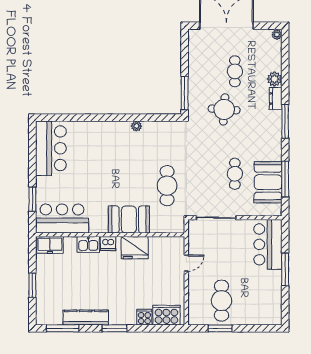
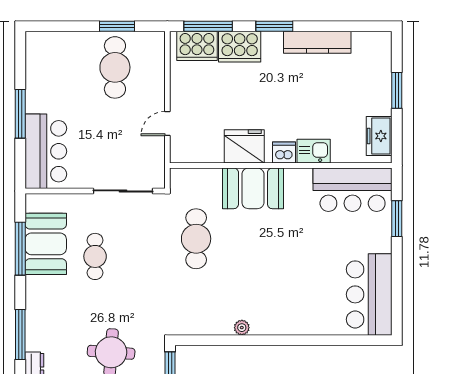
freezer: (50, 245) -> (379, 136), moved, turned -90
cooker: (144, 317) -> (240, 47), width x1.87, depth x1.31
window: (63, 328) -> (208, 26), moved

